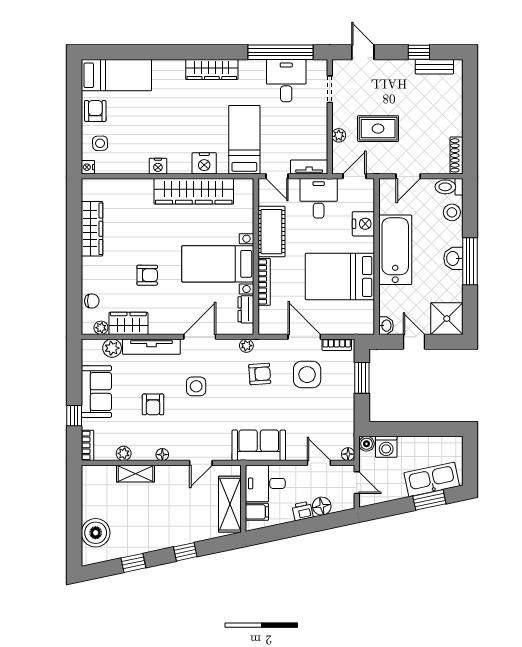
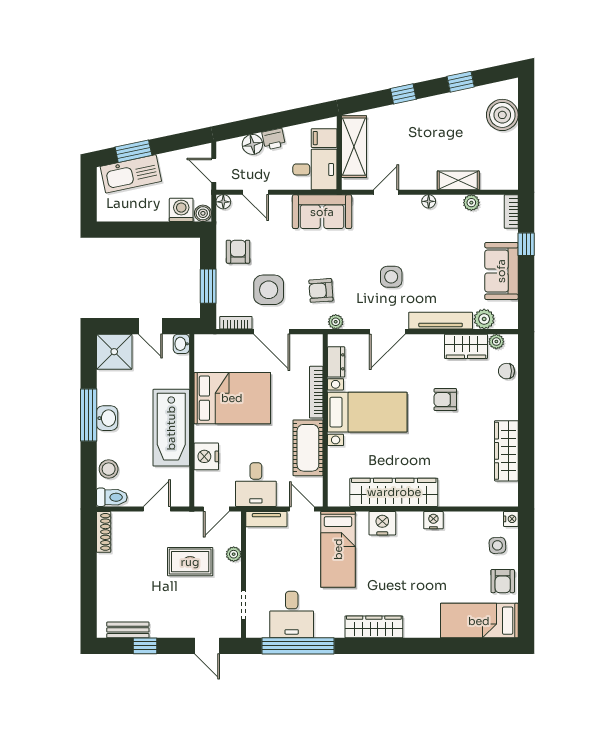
armchair: (153, 404) -> (238, 252), moved

